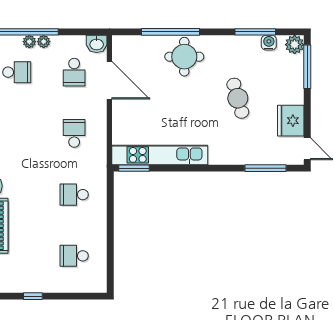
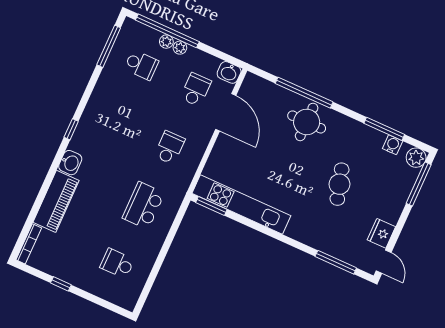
school desk: (74, 72) -> (196, 90), turned 180
fridge: (291, 121) -> (381, 233), width x0.73, depth x0.75
school desk: (74, 195) -> (143, 205), width x1.85

